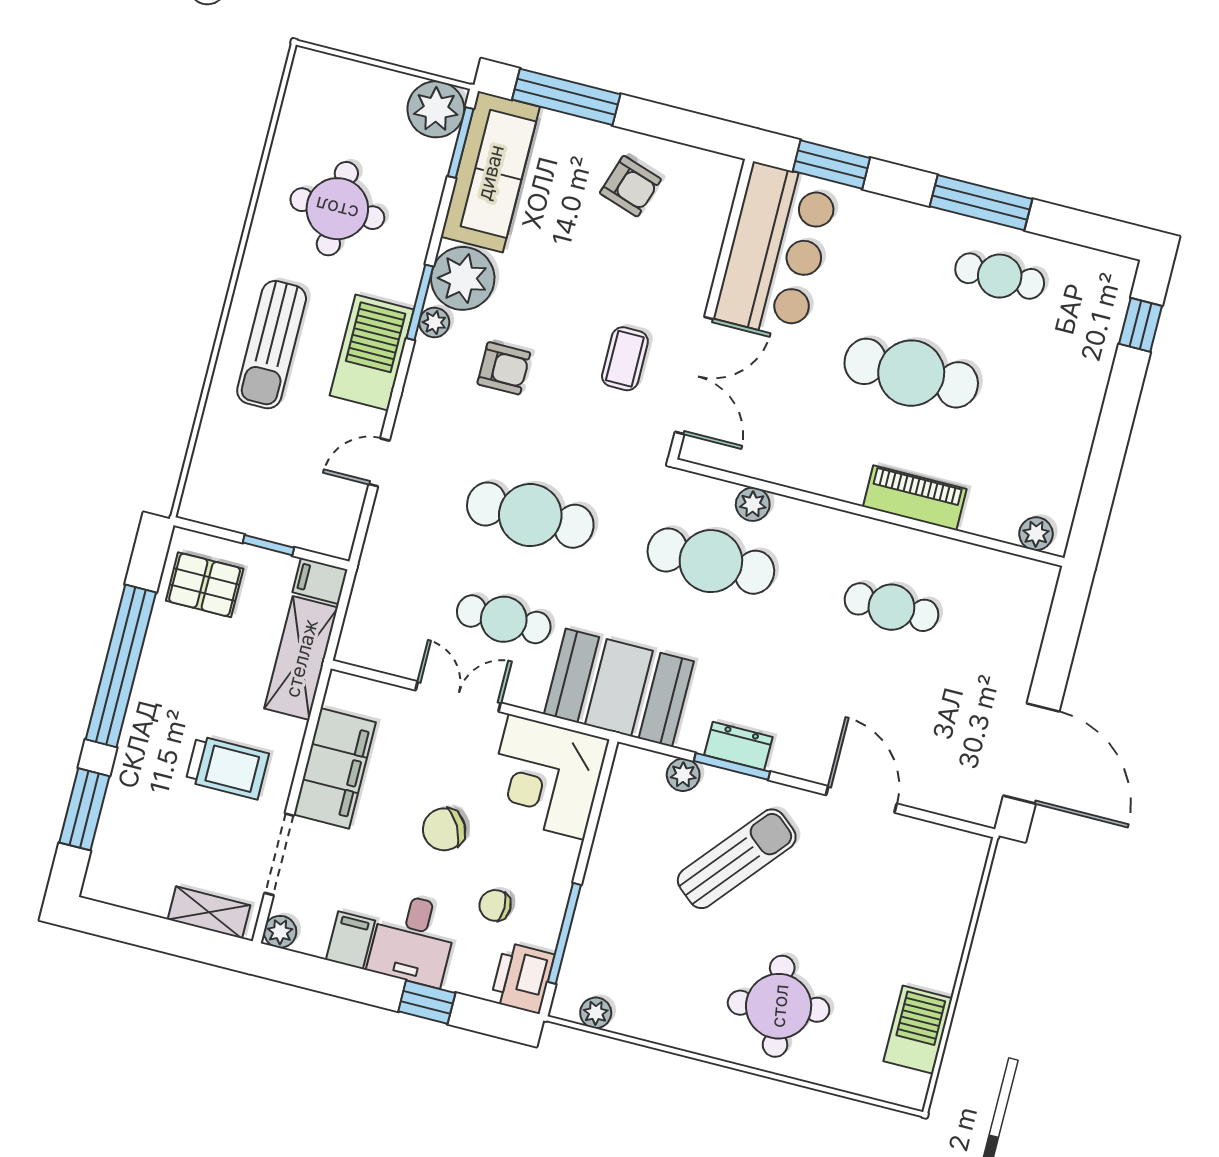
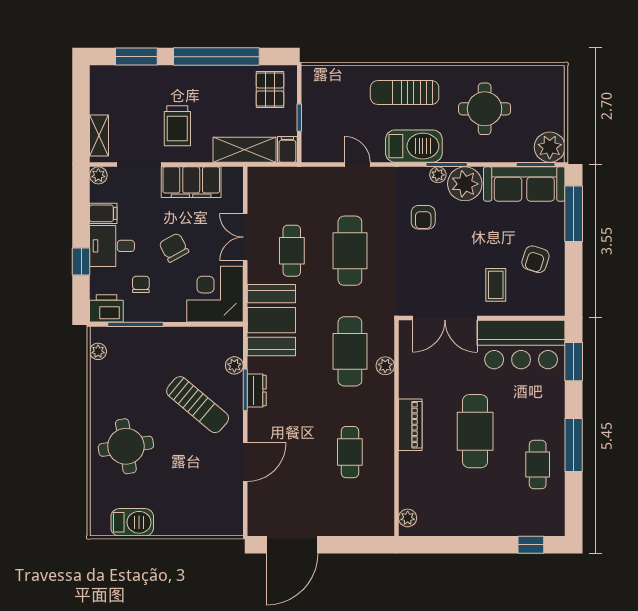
coffee table: (625, 359) -> (496, 285), moved, turned 90
piano: (915, 498) -> (410, 425), moved
double door: (458, 697) -> (245, 237), swing flipped

